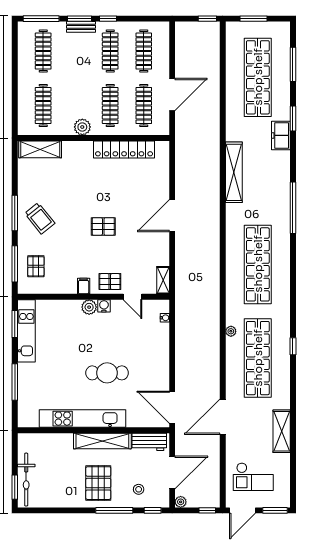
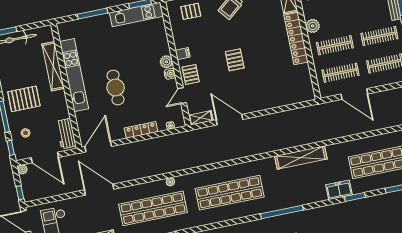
locker: (124, 149) -> (296, 39), moved
door: (172, 216) -> (230, 120), moved
locker: (163, 353) -> (141, 130), added
shelving: (102, 441) -> (53, 66), moved

